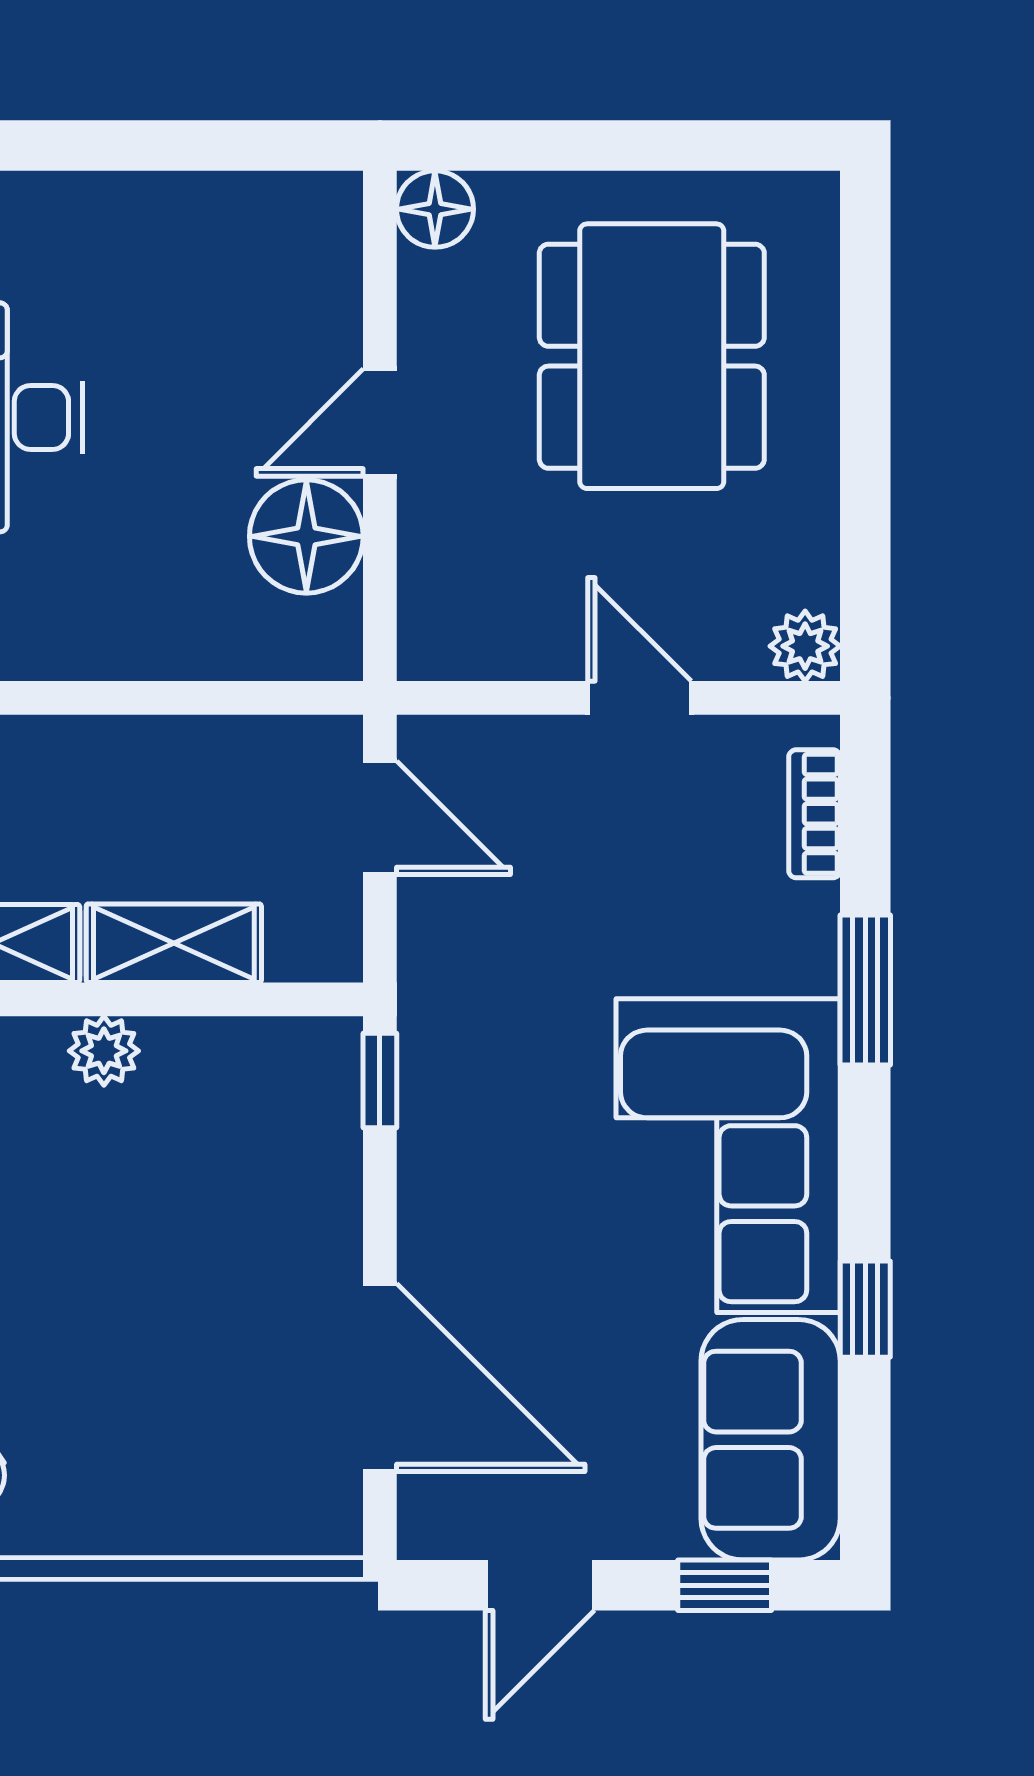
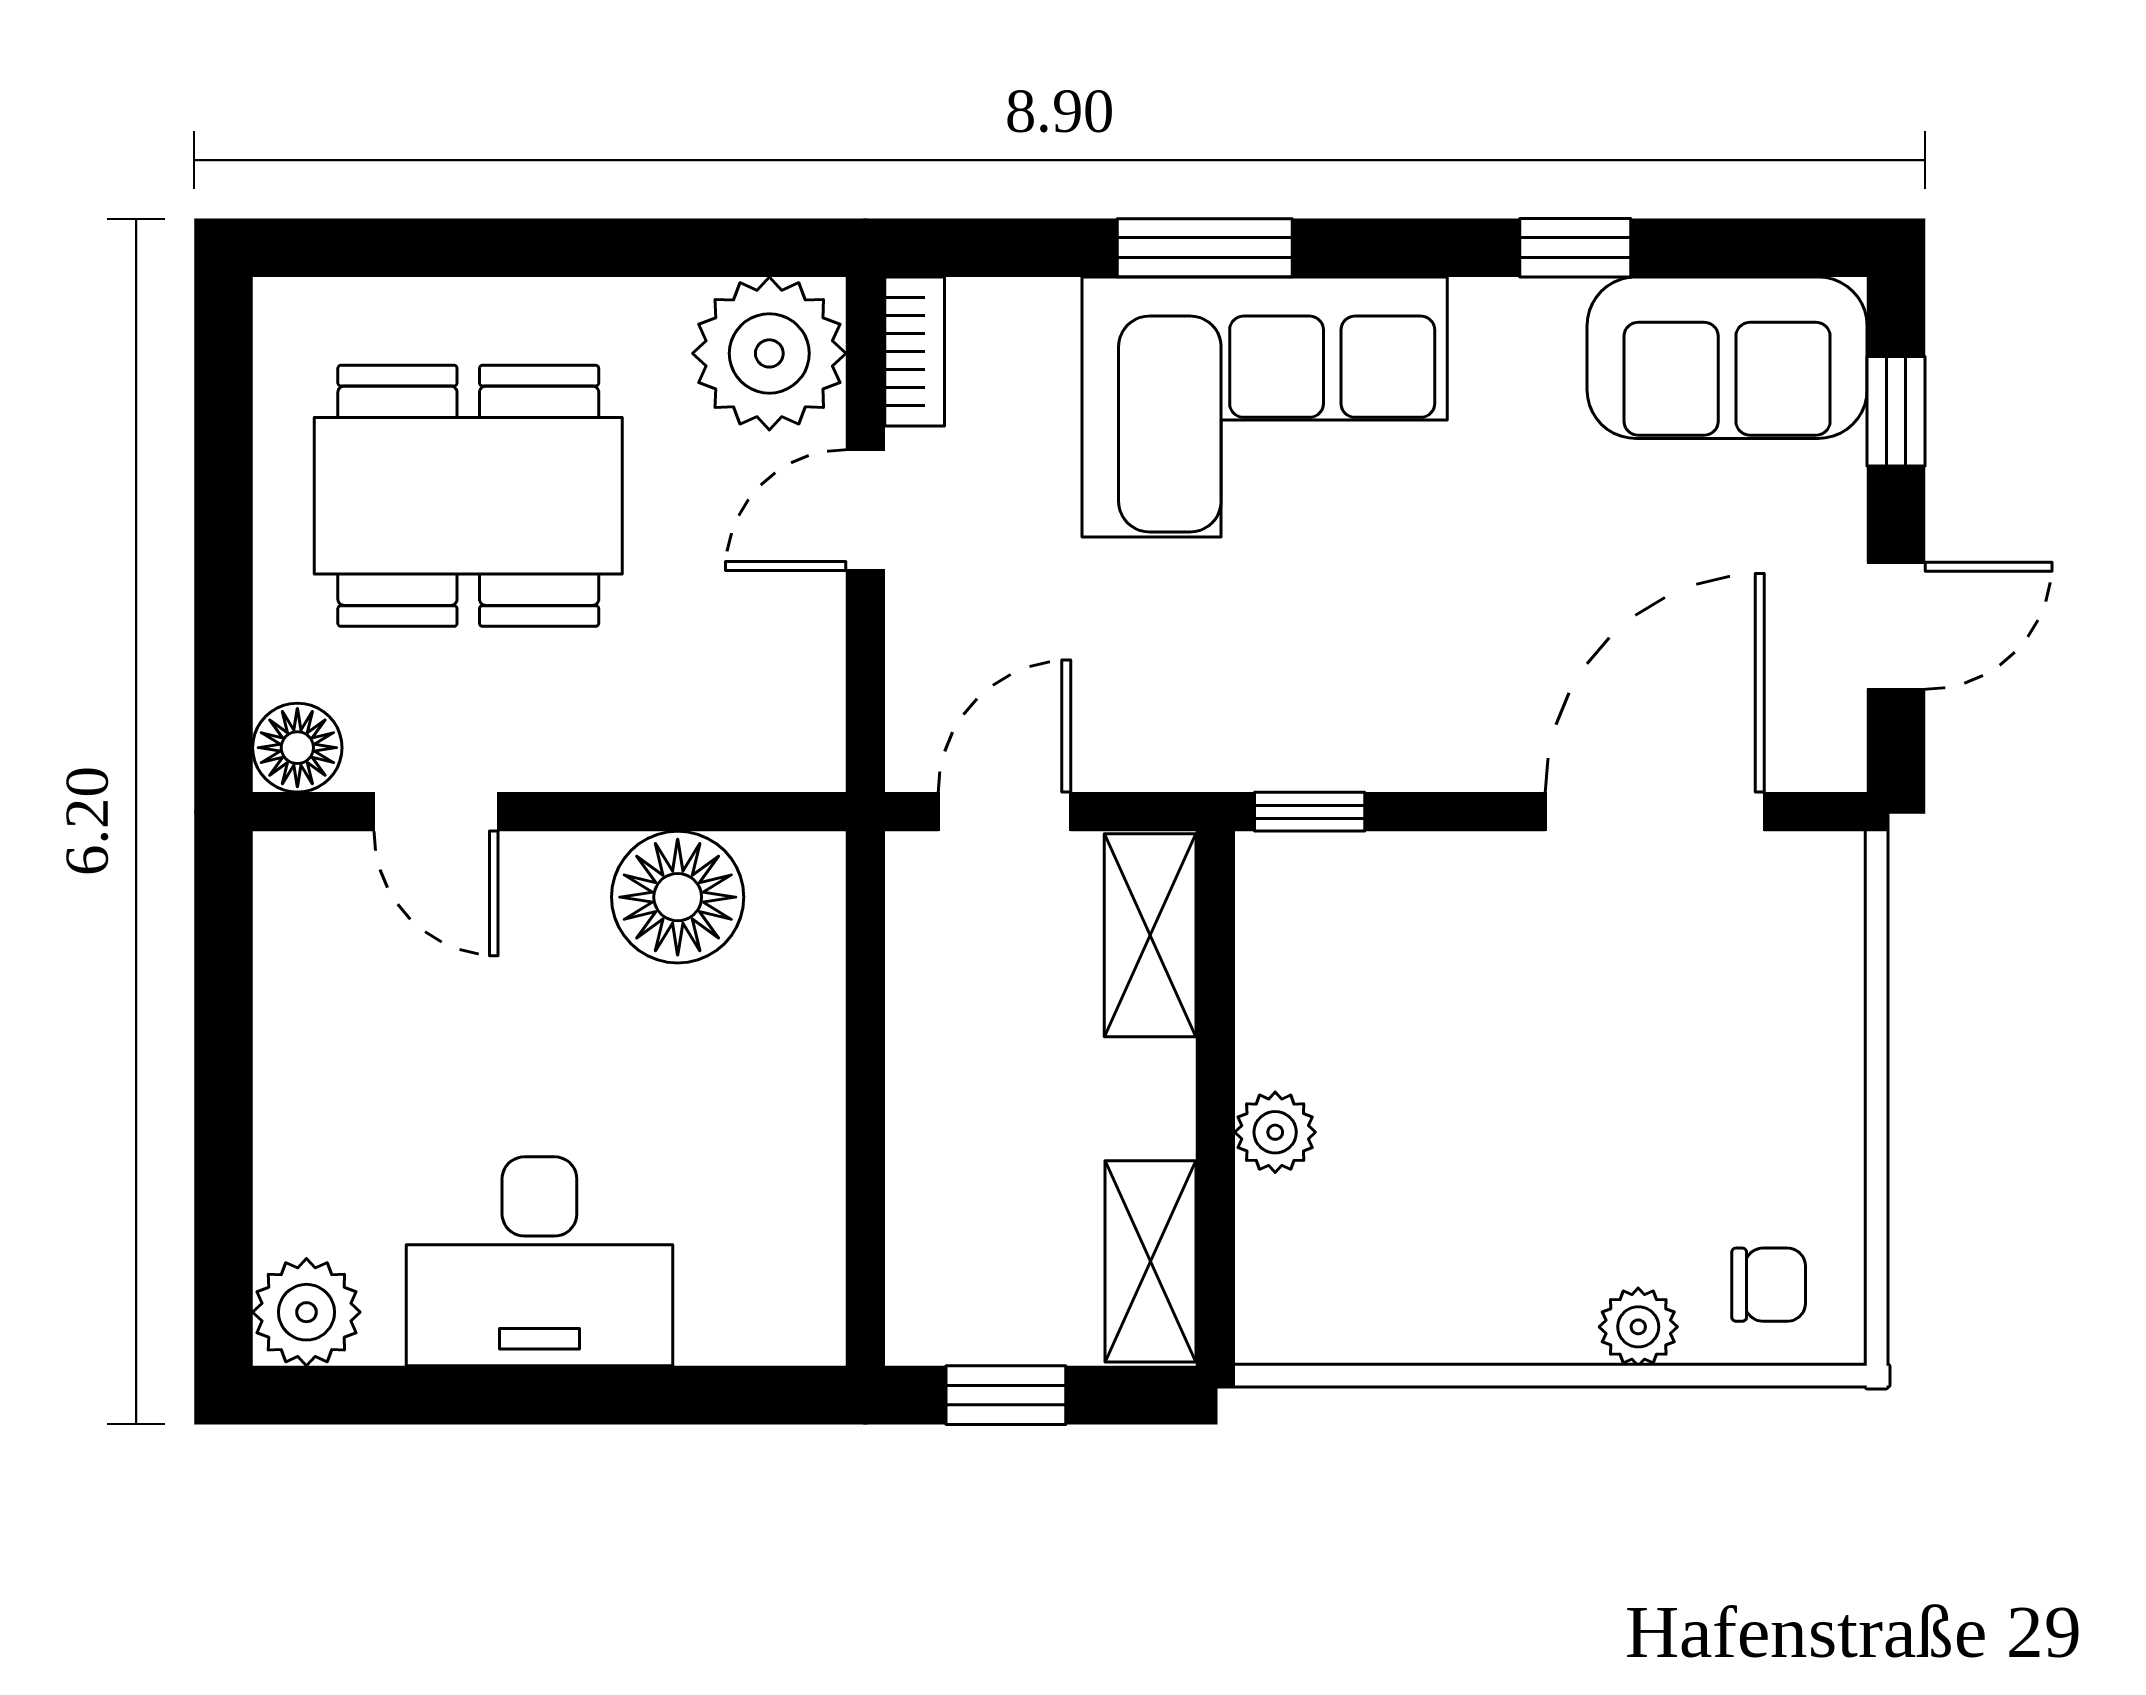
door: (380, 423) -> (436, 812), moved
plant: (805, 646) -> (769, 353), width x1.87, depth x1.87
bookcase: (815, 814) -> (915, 351), moved, turned -90
shelving: (174, 943) -> (1150, 935), moved
corner sofa: (728, 1156) -> (1265, 407), moved
door: (540, 1585) -> (1896, 626), hinge flipped

